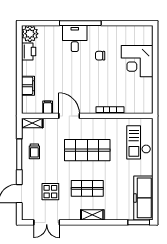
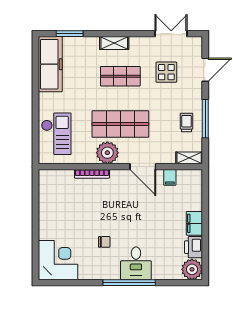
corner desk: (137, 61) -> (58, 260), moved
filing cabinet: (28, 86) -> (194, 223), moved
plant: (98, 127) -> (107, 153), added
window: (139, 222) -> (70, 34), moved

